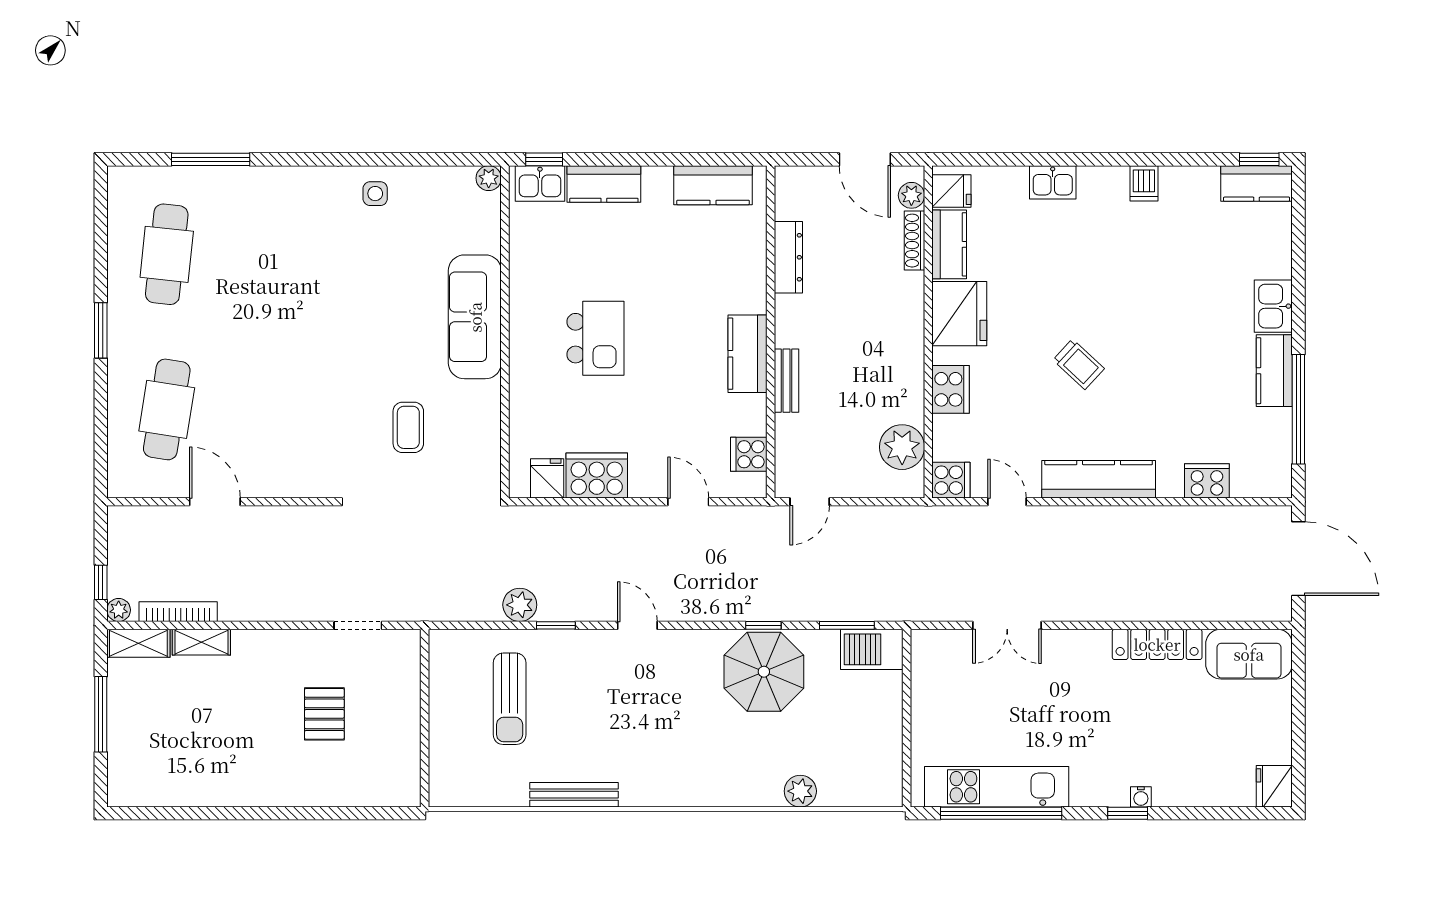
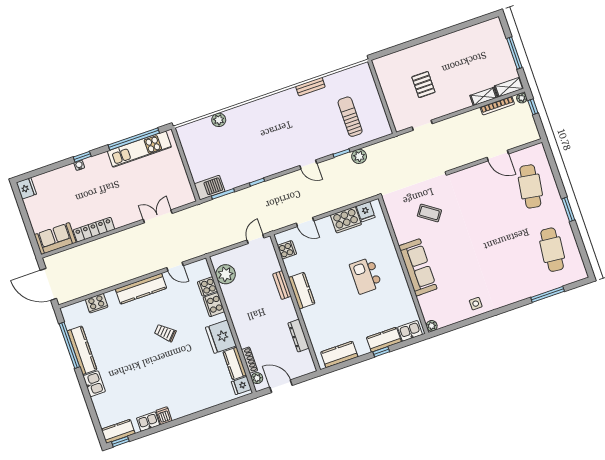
window: (544, 159) -> (381, 352), moved
kitchen sink: (1053, 182) -> (148, 422), moved
kitchen counter: (1274, 371) -> (82, 350), width x1.50
coffee table: (408, 427) -> (429, 213), turned -55
cooker: (951, 480) -> (207, 286), moved
parasol: (764, 672) -> (250, 163), removed
bench: (574, 795) -> (310, 87), width x0.73

